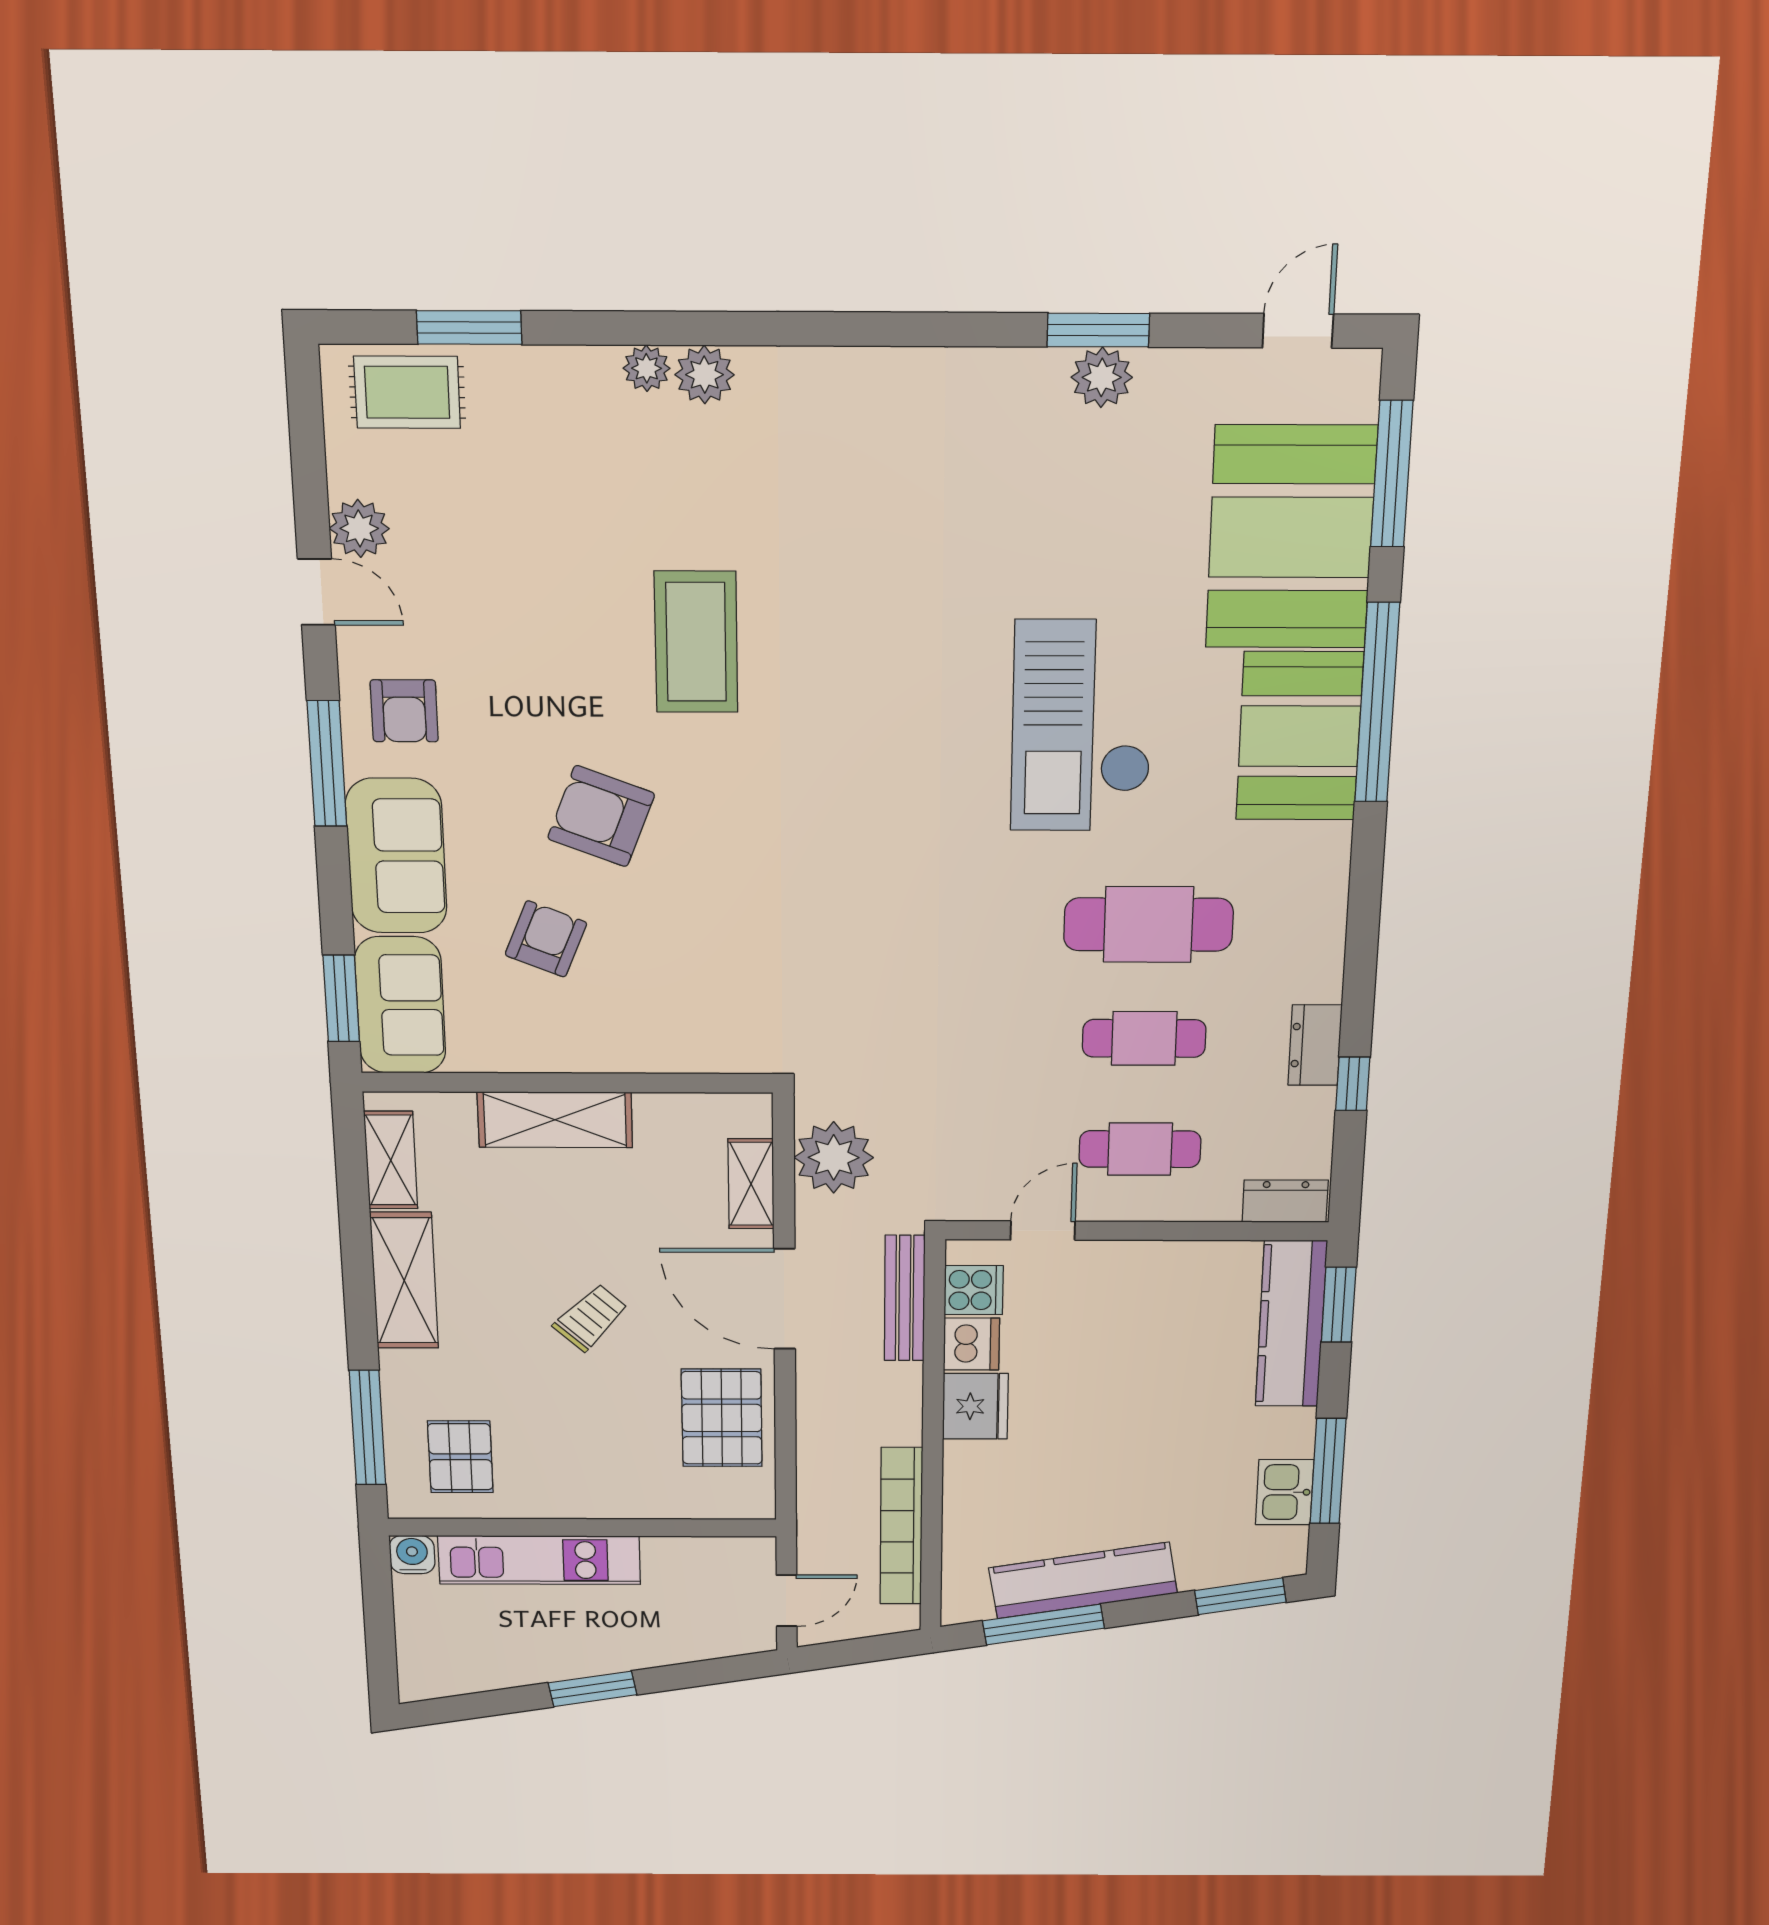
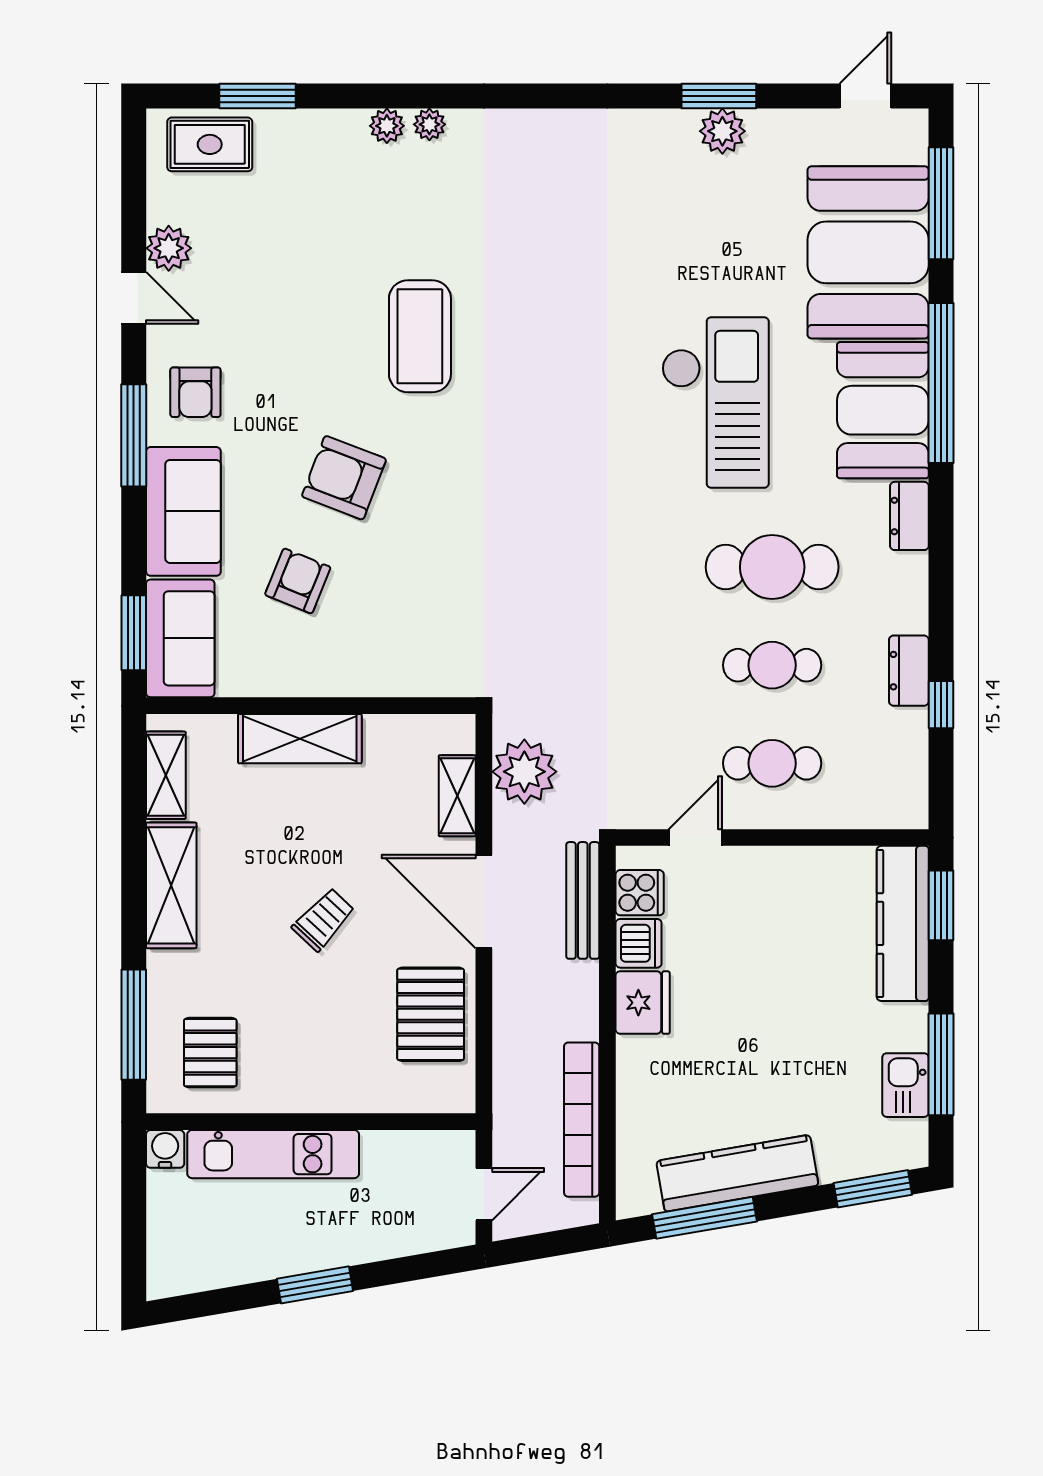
plant: (705, 375) -> (429, 124), width x0.73, depth x0.73
checkout: (1082, 726) -> (715, 403), turned 180
dresser: (1285, 1201) -> (909, 516), moved, turned -90

